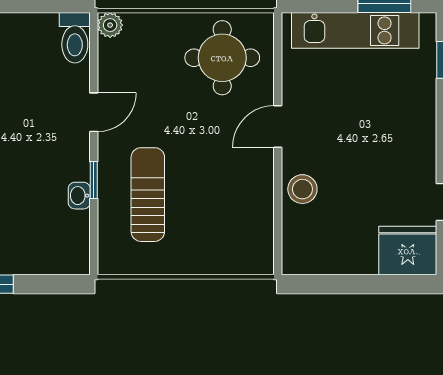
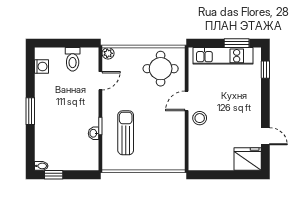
toilet: (75, 38) -> (73, 59), moved
door: (94, 112) -> (100, 81), moved
stool: (302, 189) -> (200, 118), moved

